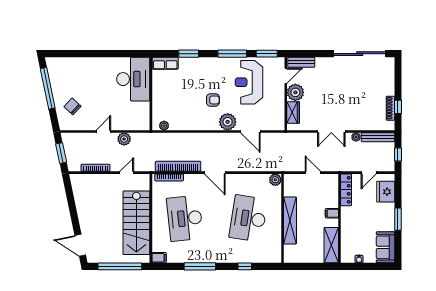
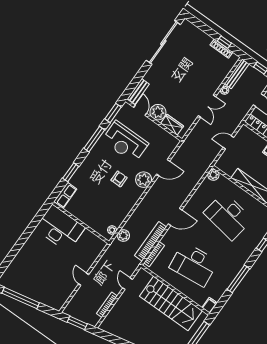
chair: (72, 106) -> (48, 289), removed
plant: (124, 139) -> (123, 235), moved

